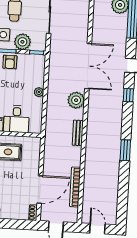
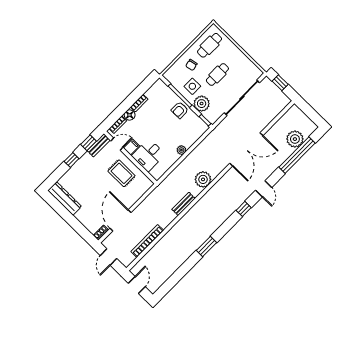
double door: (88, 66) -> (246, 149), moved
door: (40, 189) -> (120, 220), swing flipped

